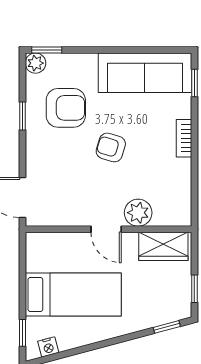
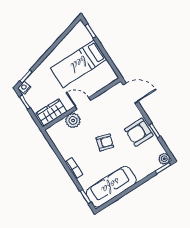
armchair: (66, 108) -> (139, 132), moved
nightstand: (48, 347) -> (24, 87), moved

